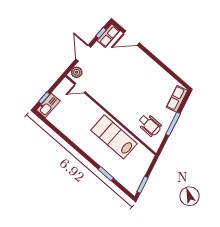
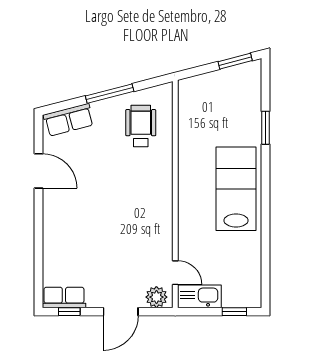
door: (131, 38) -> (39, 171), moved
kitchen sink: (48, 105) -> (199, 296), moved
lab bench: (114, 137) -> (236, 189), moved, turned 180

